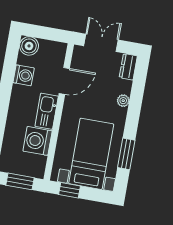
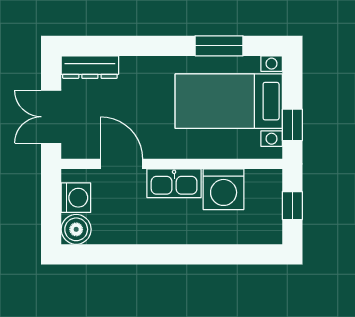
dresser: (128, 67) -> (90, 67), width x1.44
washing machine: (24, 75) -> (76, 198), moved, turned 90
plant: (123, 101) -> (136, 66), removed
window: (20, 181) -> (292, 206), width x0.67

